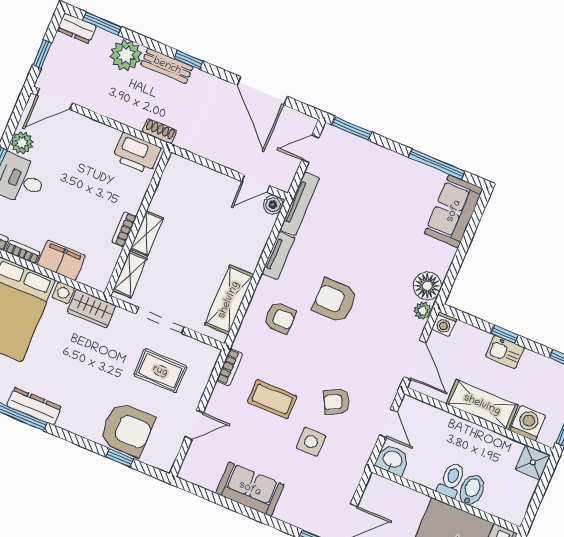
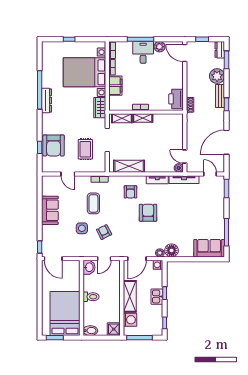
bidet: (472, 490) -> (90, 331), moved

